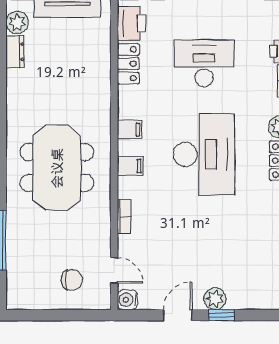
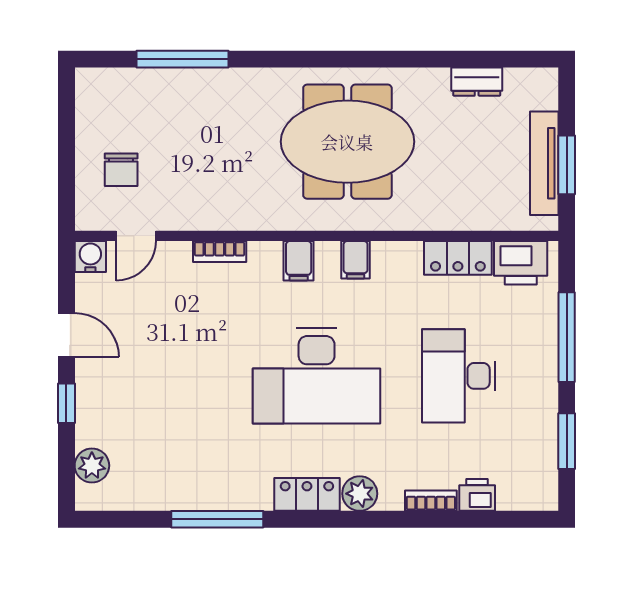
plant: (17, 22) -> (522, 85), removed
desk: (204, 63) -> (459, 376), turned 180
meeting table: (57, 168) -> (347, 142), moved
plant: (215, 299) -> (92, 466), moved

